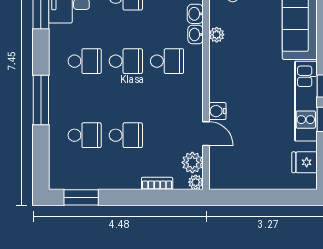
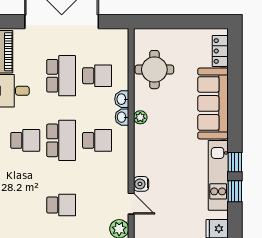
school desk: (126, 61) -> (61, 140), width x1.85
school desk: (85, 135) -> (25, 205), removed

